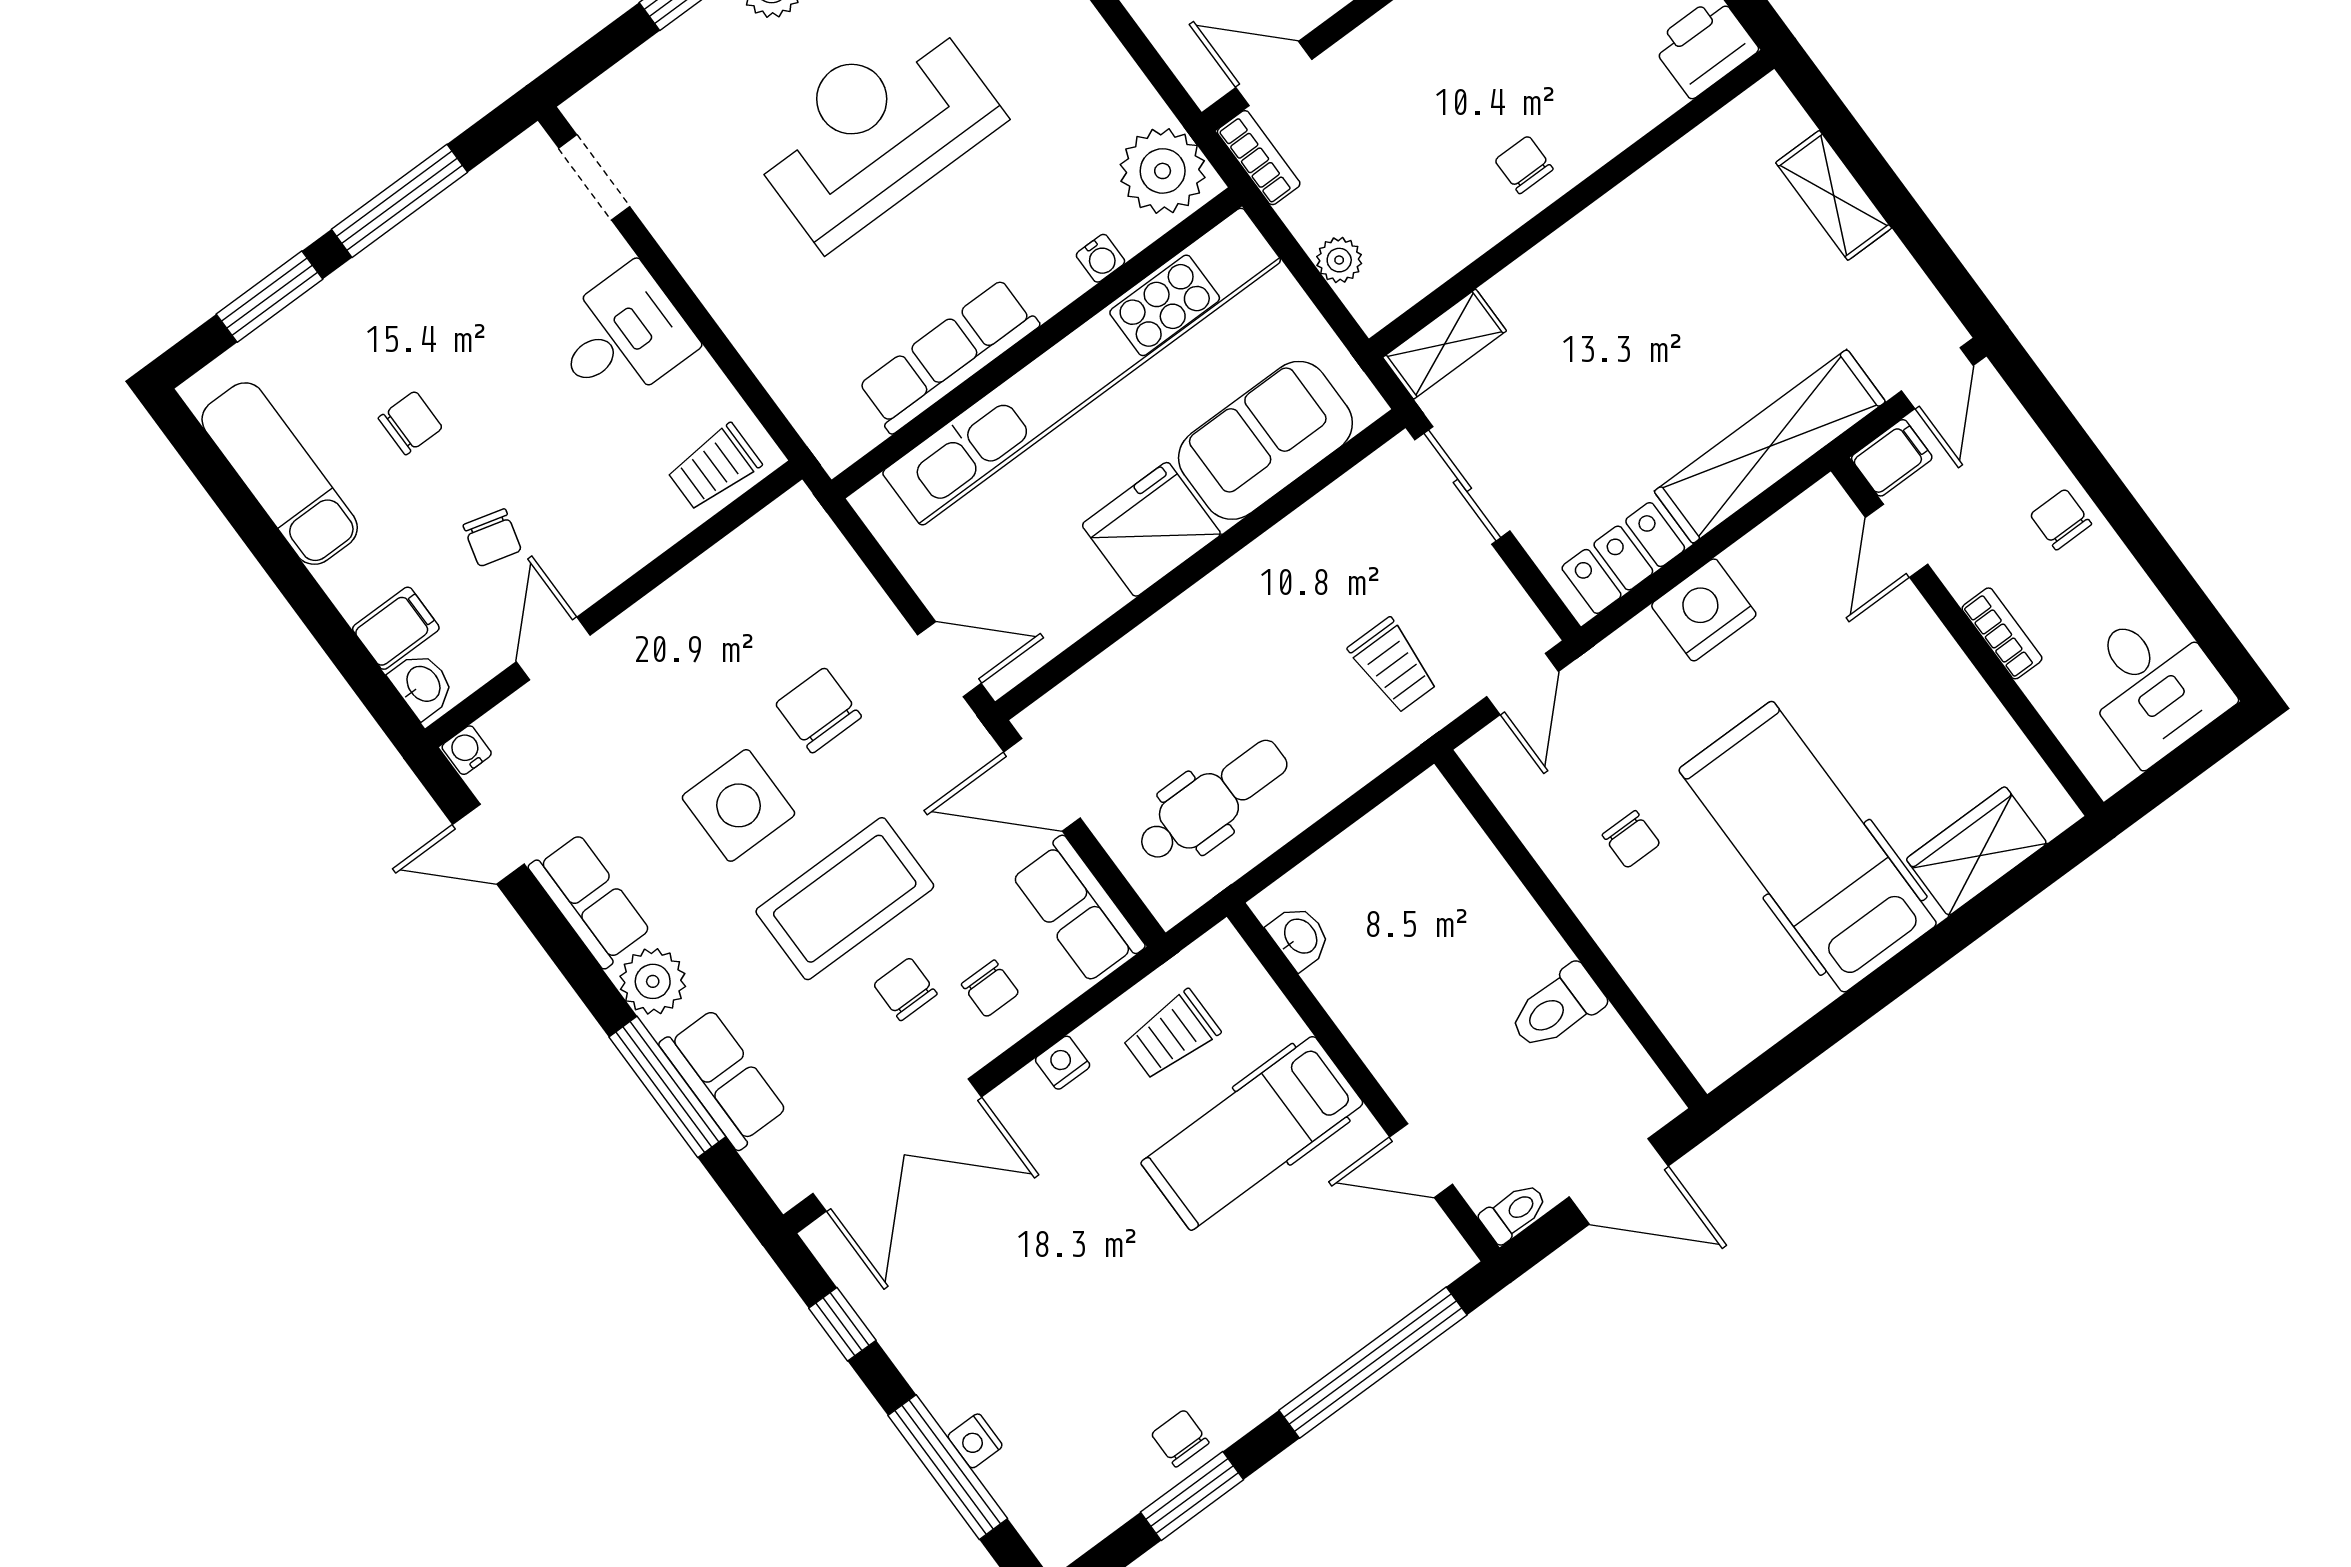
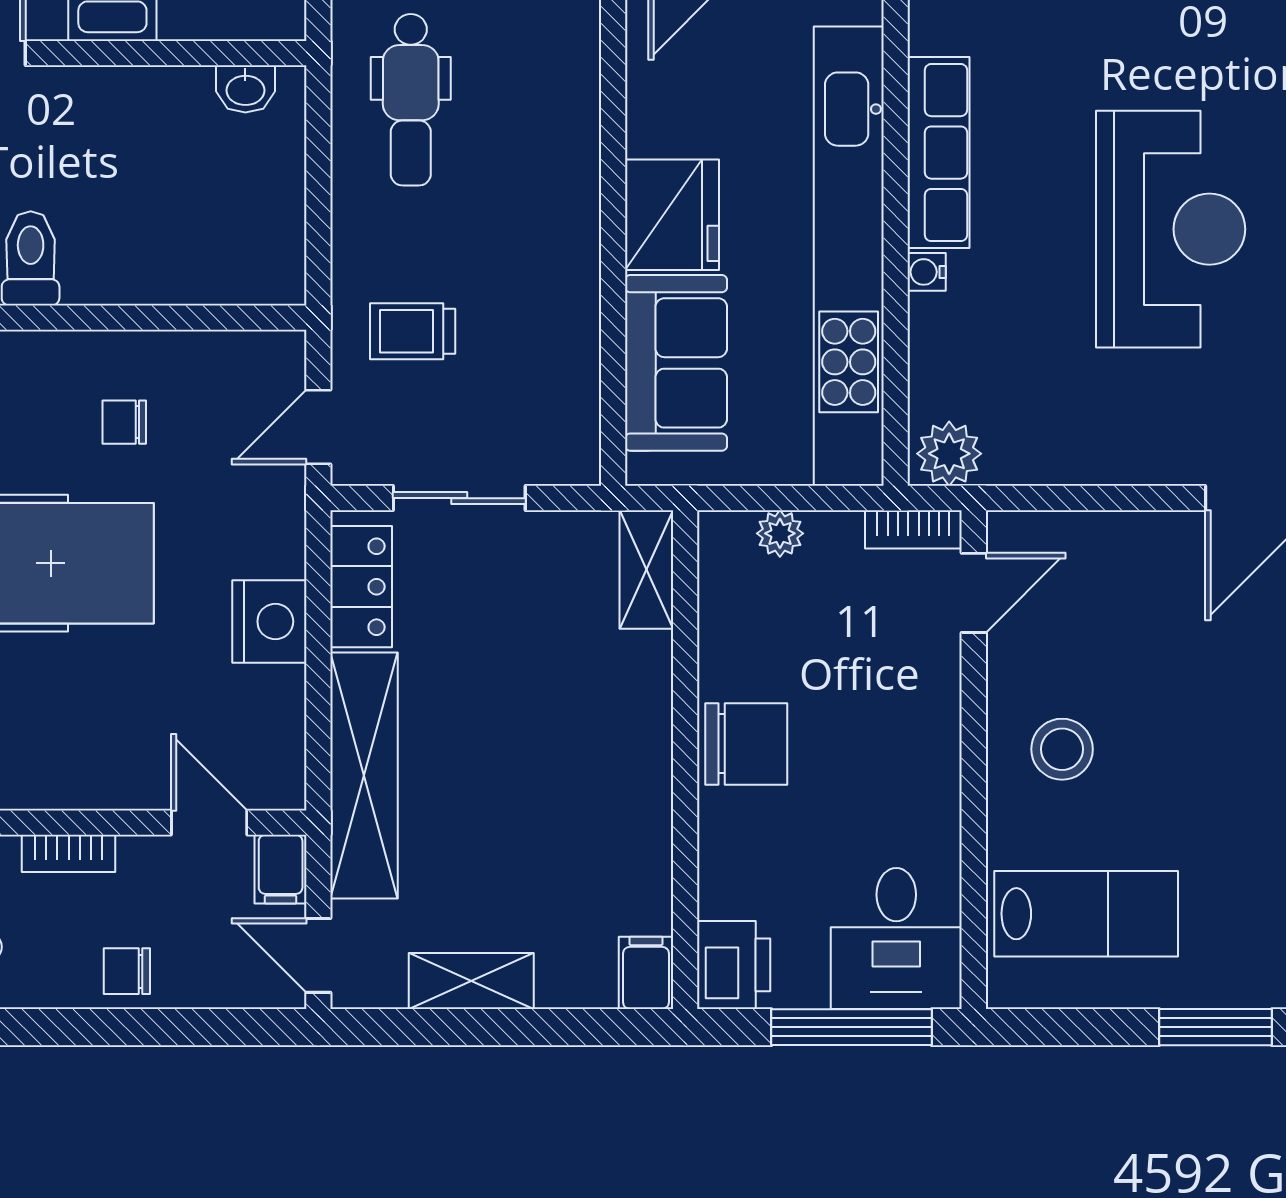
filing cabinet: (1762, 111) -> (646, 973), added
chair: (1524, 165) -> (746, 744), width x1.87, depth x1.87
plant: (1163, 171) -> (949, 454), width x0.73, depth x0.73
shelving: (1834, 195) -> (471, 981), moved
water cooler: (1100, 258) -> (927, 272), moved
sliding door: (1462, 485) -> (459, 498), moved
chair: (2061, 519) -> (127, 971), turned 180
door: (1523, 684) -> (318, 427), hinge flipped

